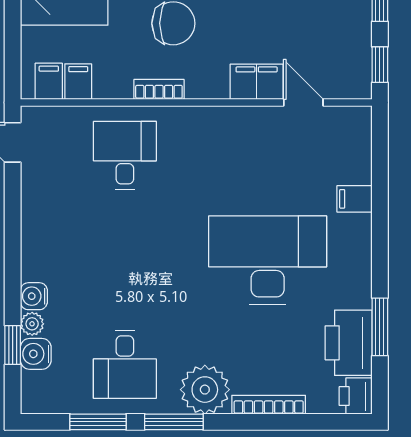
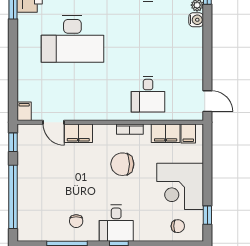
filing cabinet: (78, 82) -> (166, 133), width x2.00
filing cabinet: (355, 199) -> (24, 111), moved, turned -90

